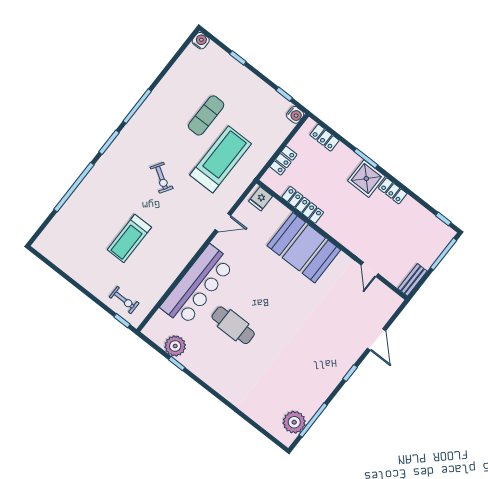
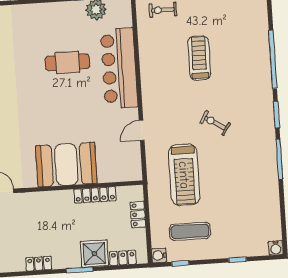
exercise mat: (206, 115) -> (190, 231), moved, turned 90
shower: (366, 179) -> (94, 254), moved
fridge: (261, 199) -> (130, 172), removed

